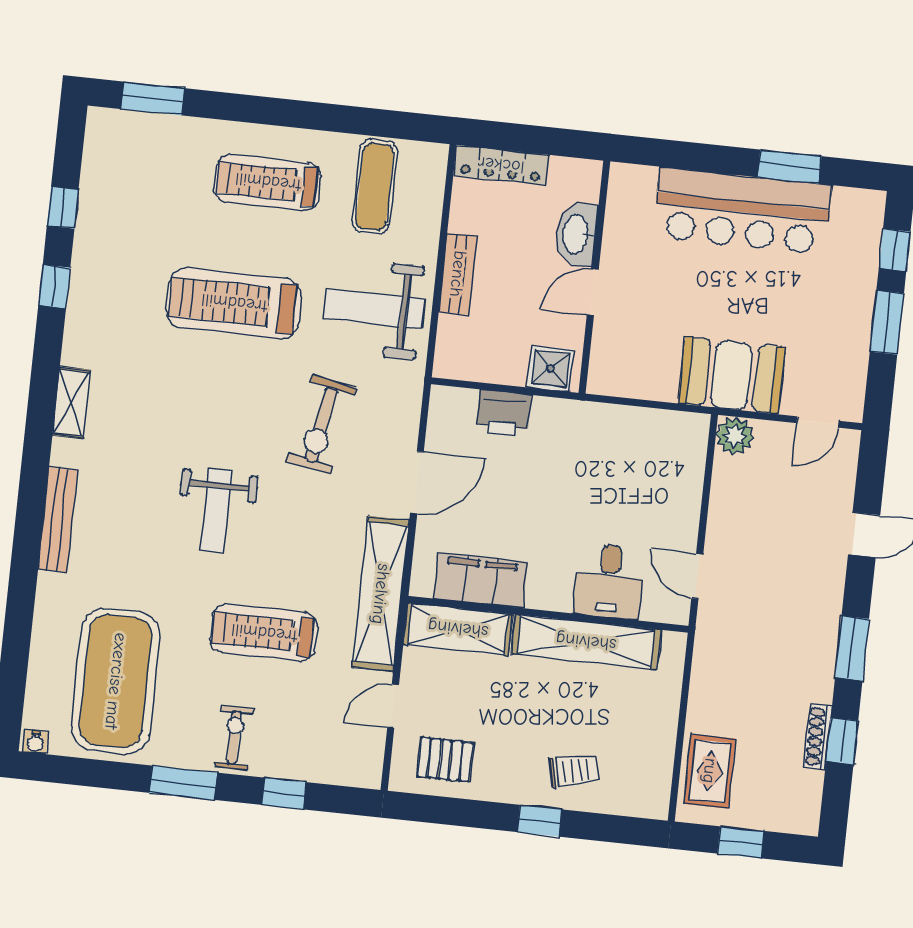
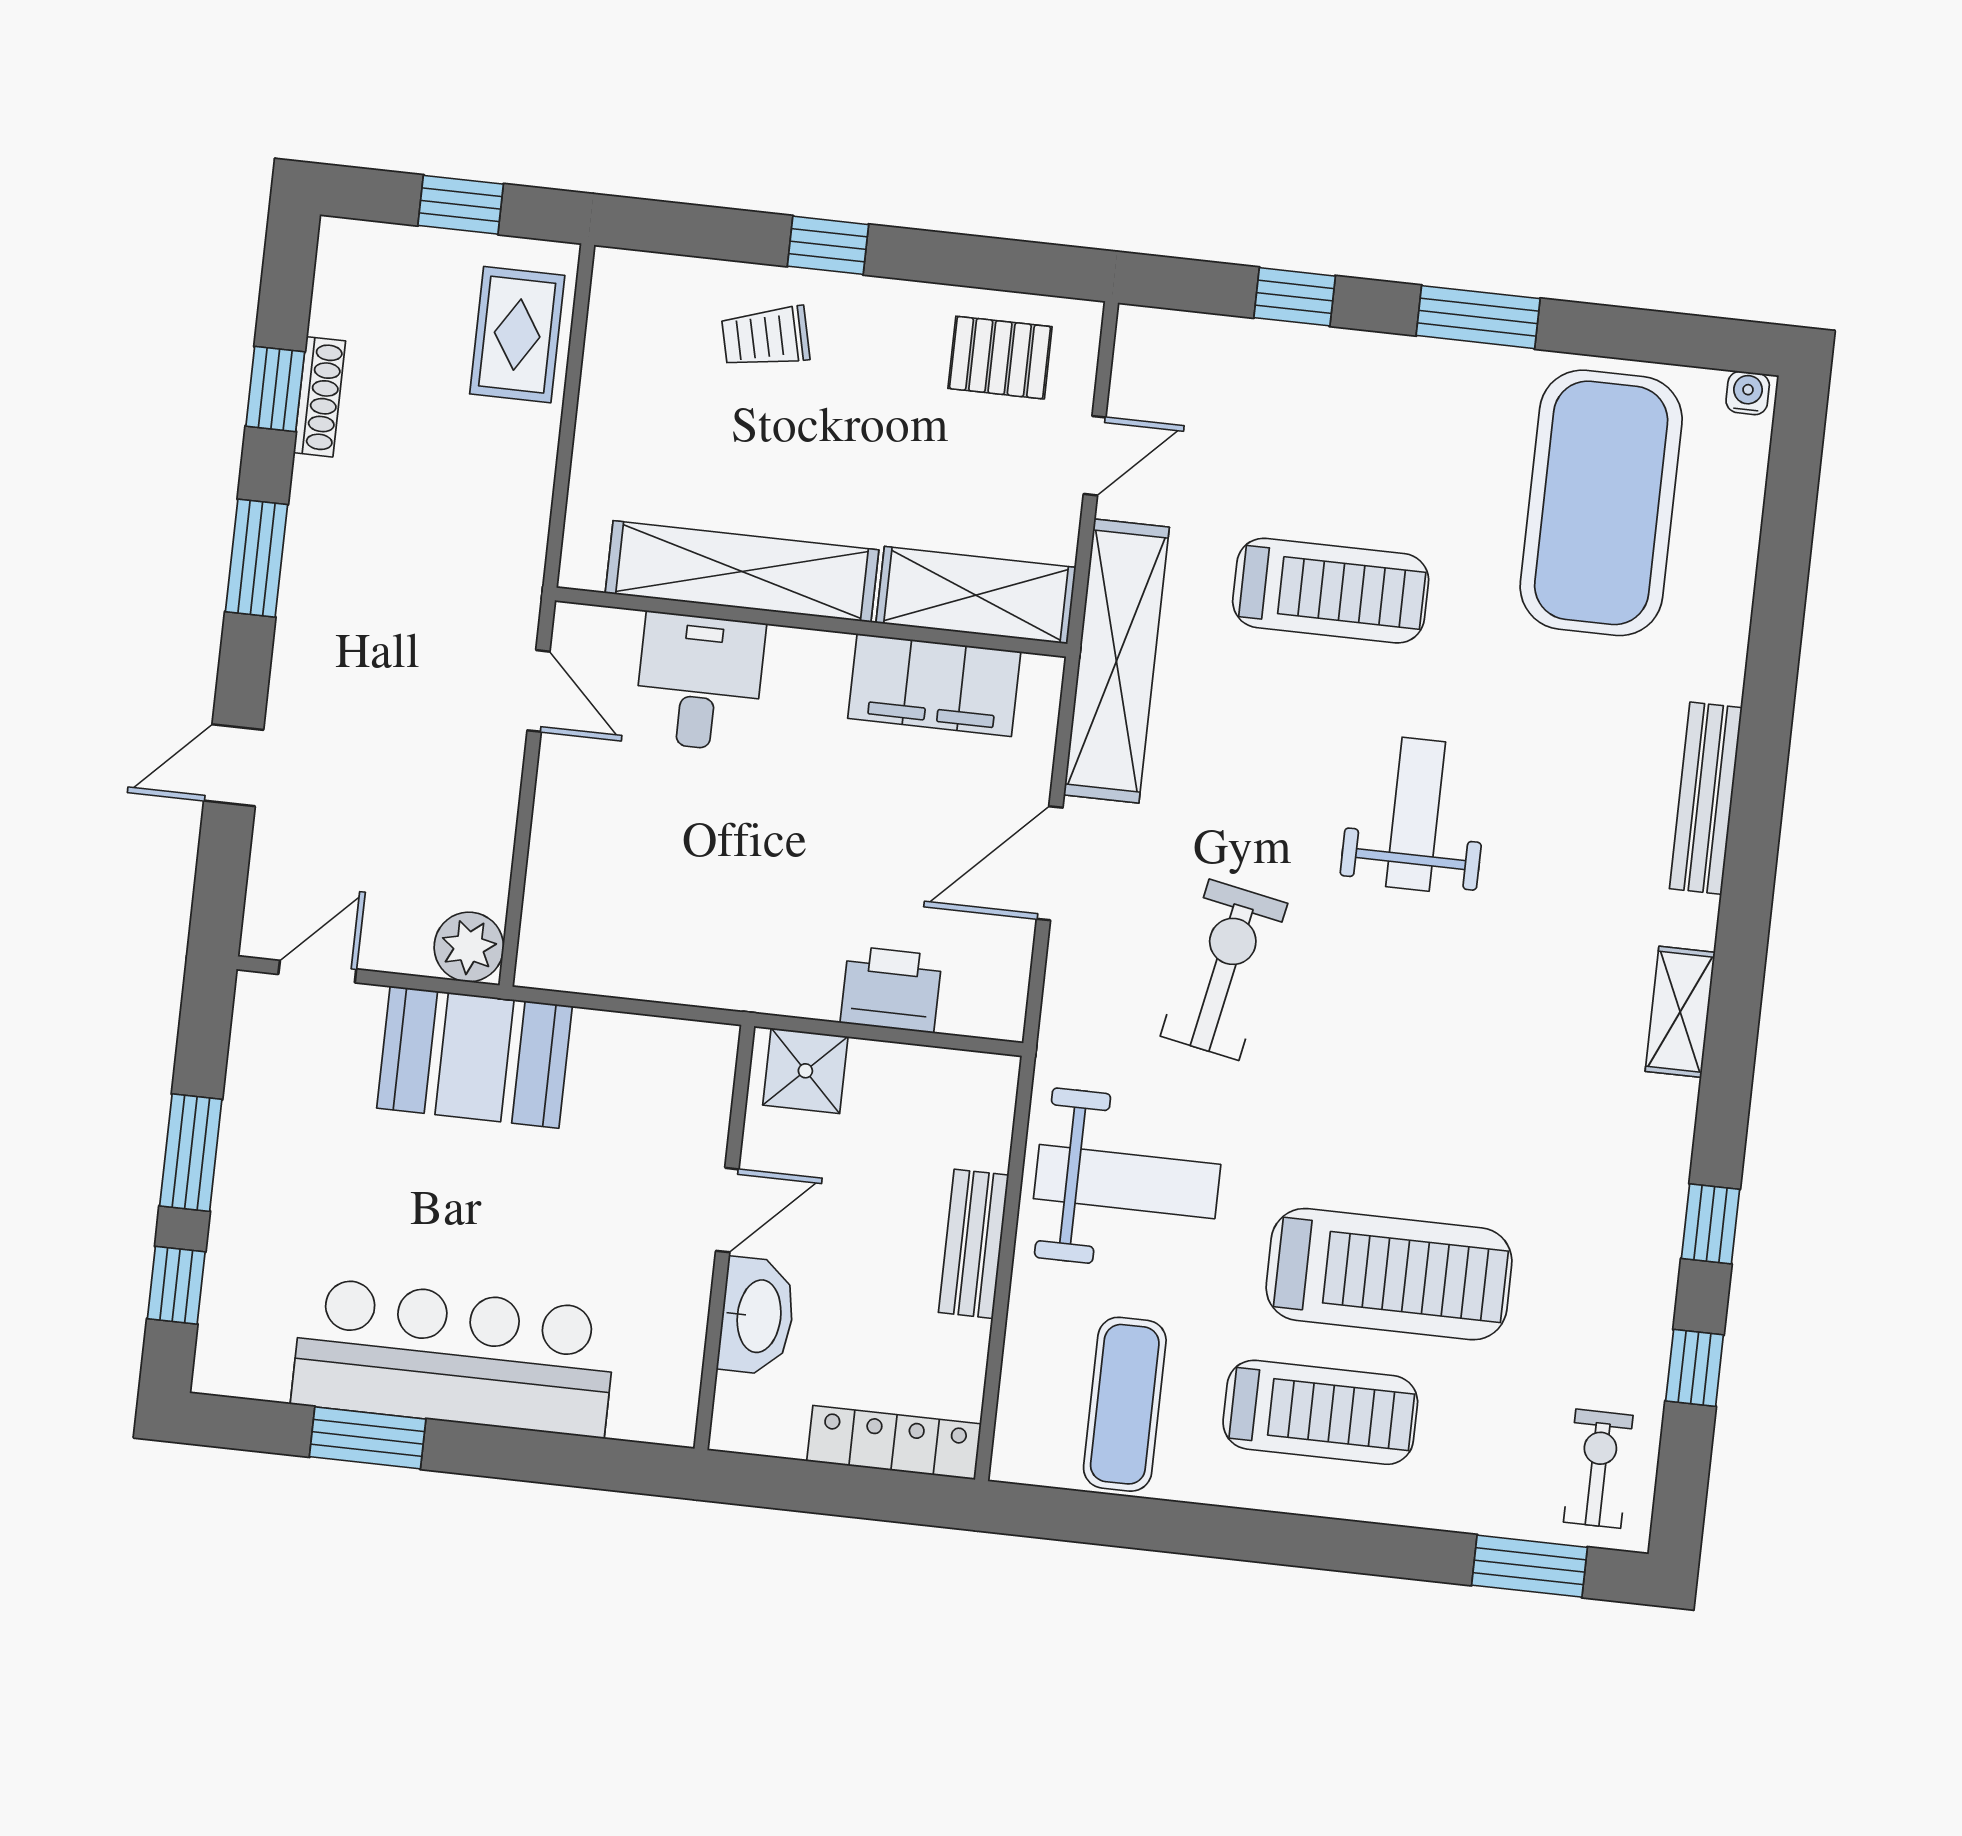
treadmill: (234, 303) -> (1389, 1274), moved
exercise bike: (234, 737) -> (1598, 1469), moved, turned 180

